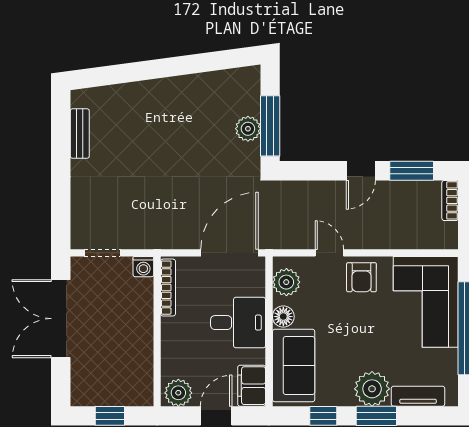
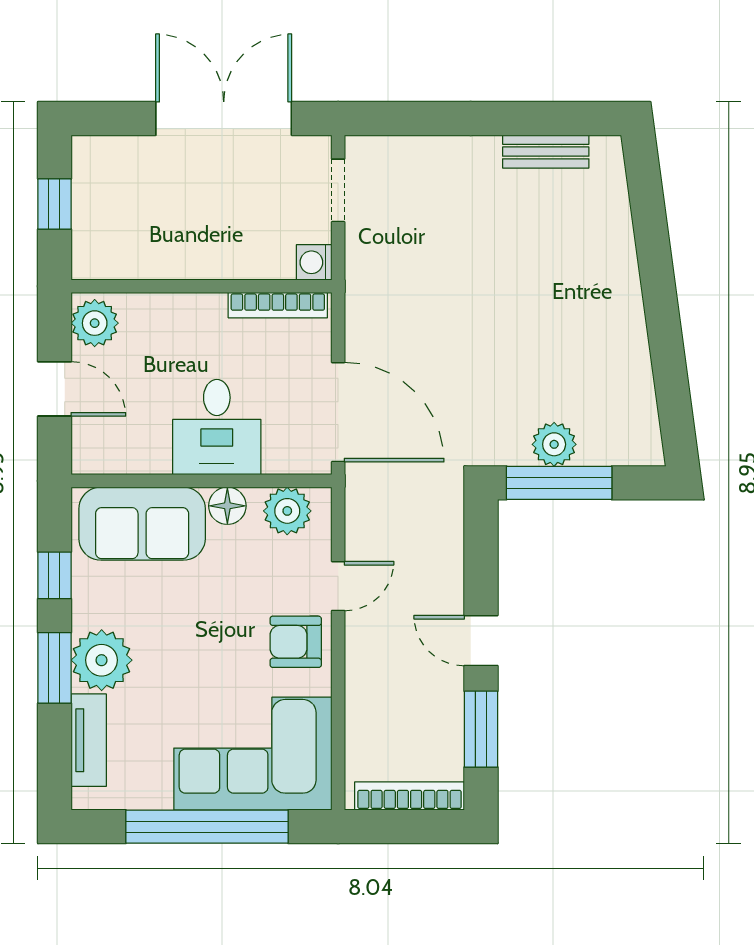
bookcase: (450, 200) -> (409, 796), width x1.56
filing cabinet: (252, 386) -> (107, 451), removed

